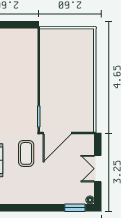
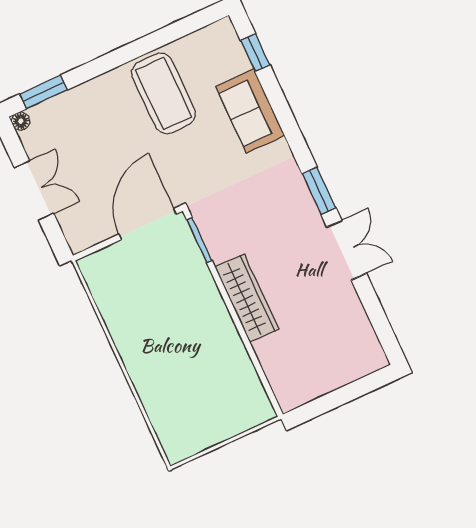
wardrobe: (30, 83) -> (247, 298), added
coffee table: (26, 153) -> (163, 93), moved, width x1.36, depth x1.32

